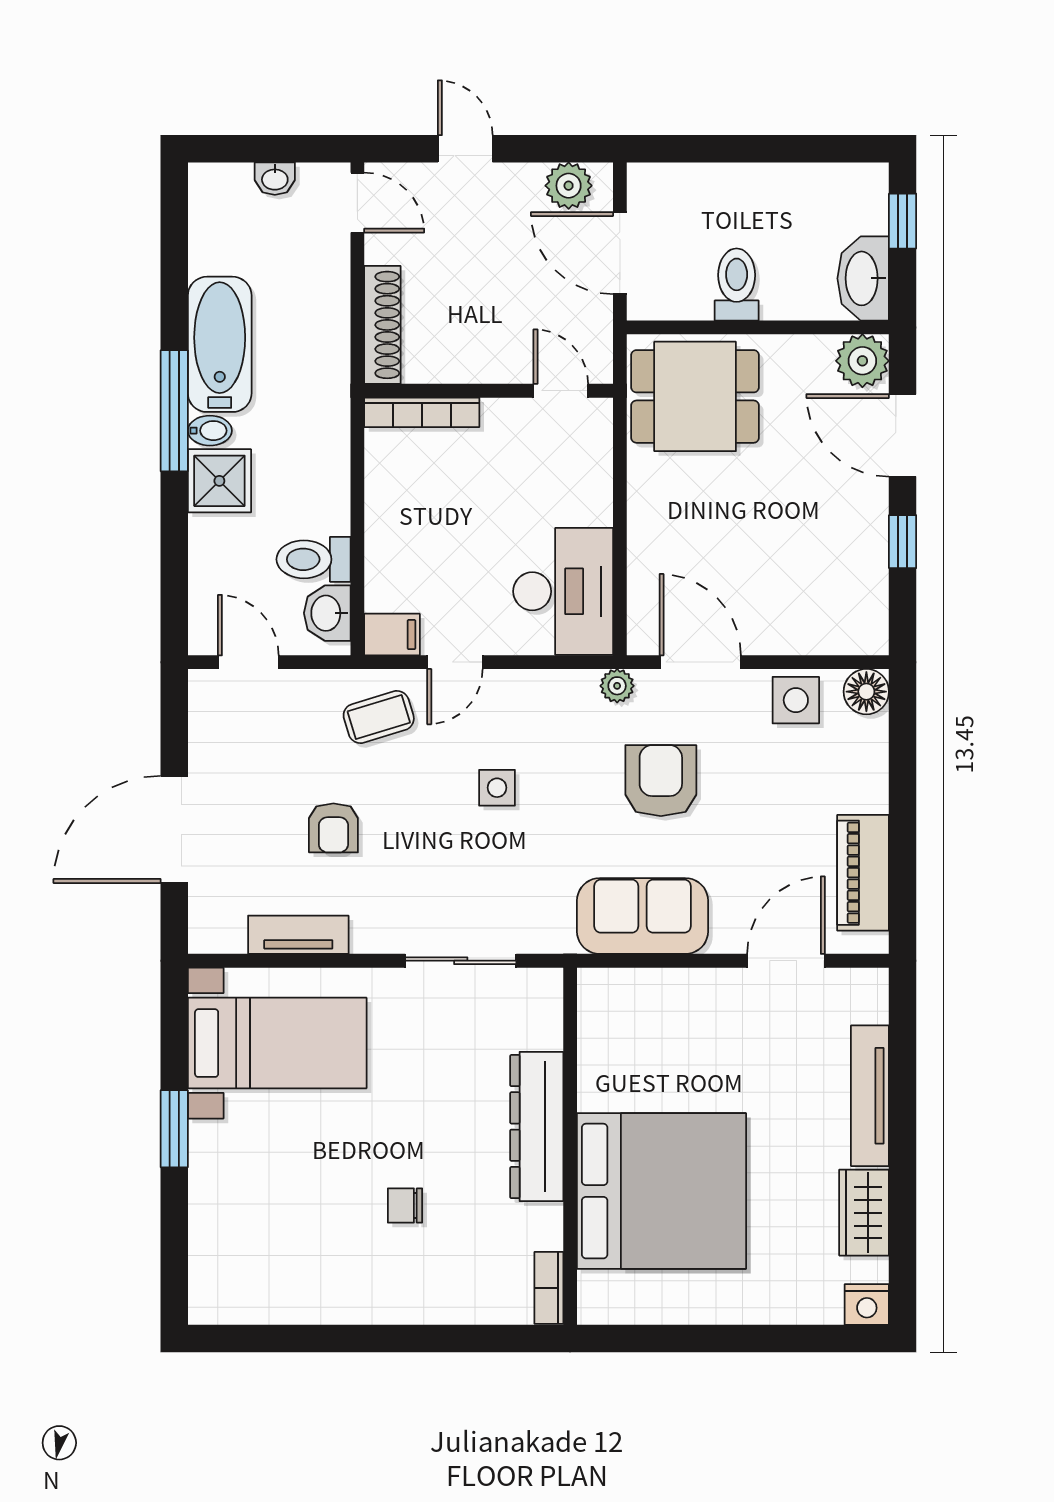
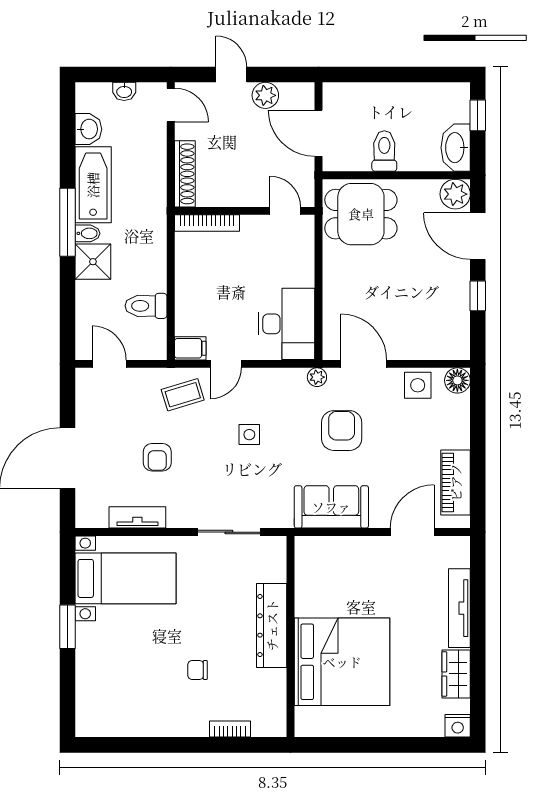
plant: (569, 186) -> (265, 95), moved
washbasin: (327, 613) -> (88, 129), moved, turned 180
bookcase: (549, 1288) -> (230, 729), moved, turned 90

